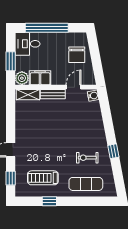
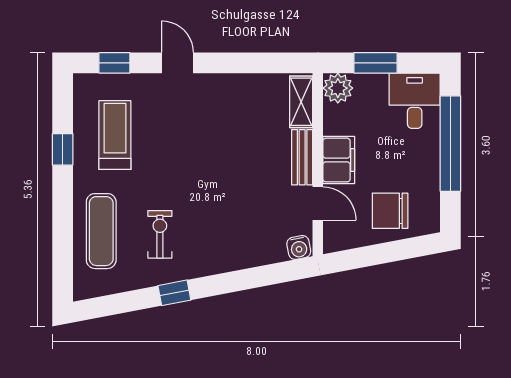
filing cabinet: (40, 78) -> (339, 160), moved

